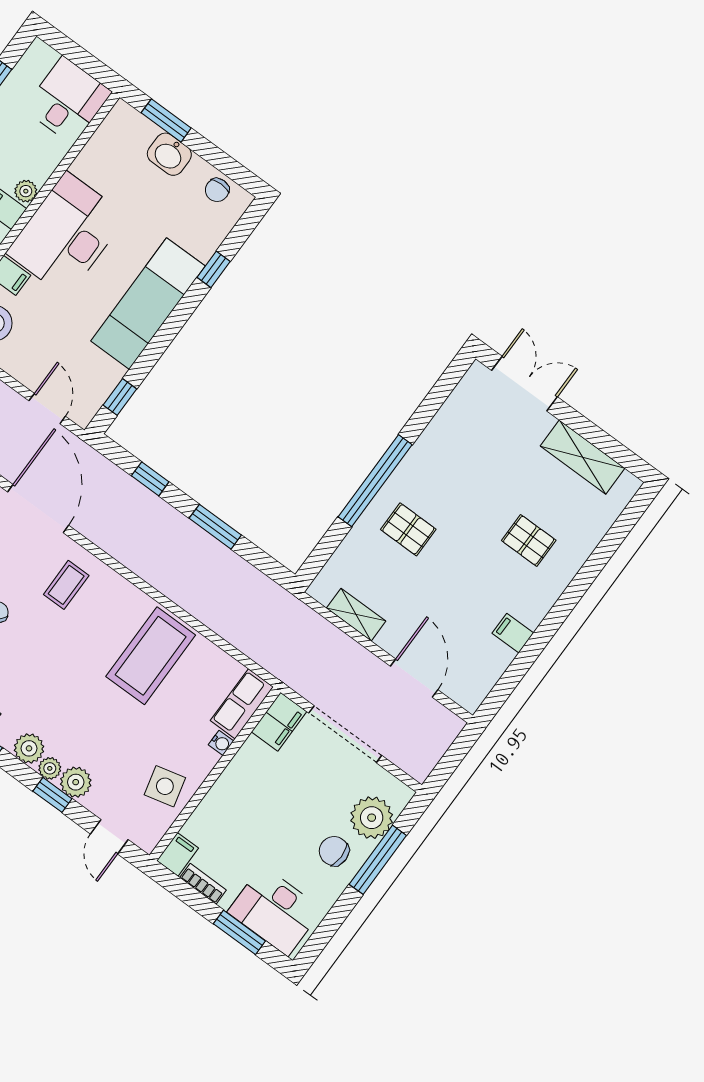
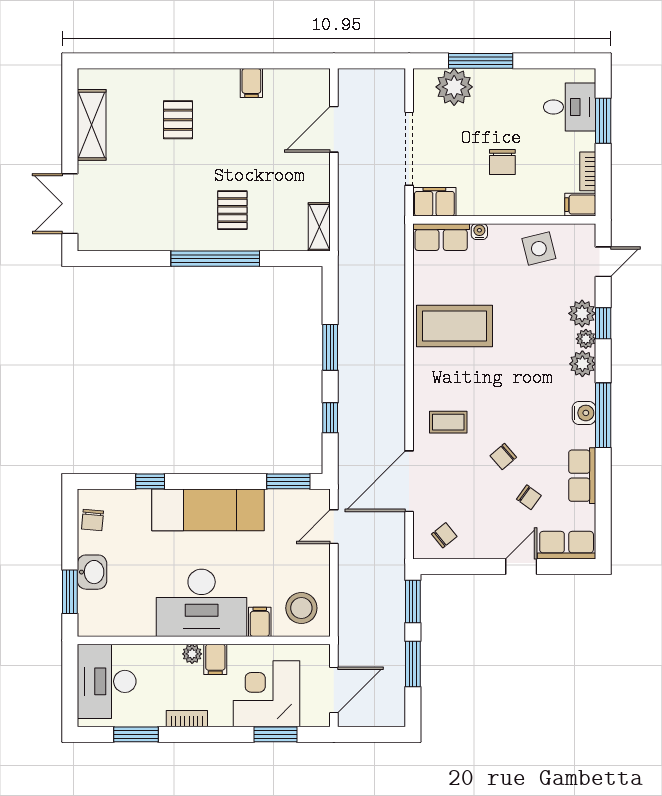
desk: (68, 100) -> (107, 681), width x1.37
chair: (217, 190) -> (93, 520), turned 95
window: (120, 397) -> (288, 481), width x1.50
shelving: (356, 615) -> (319, 227), moved
chair: (334, 851) -> (502, 162), moved
desk: (275, 911) -> (570, 107), width x0.73

